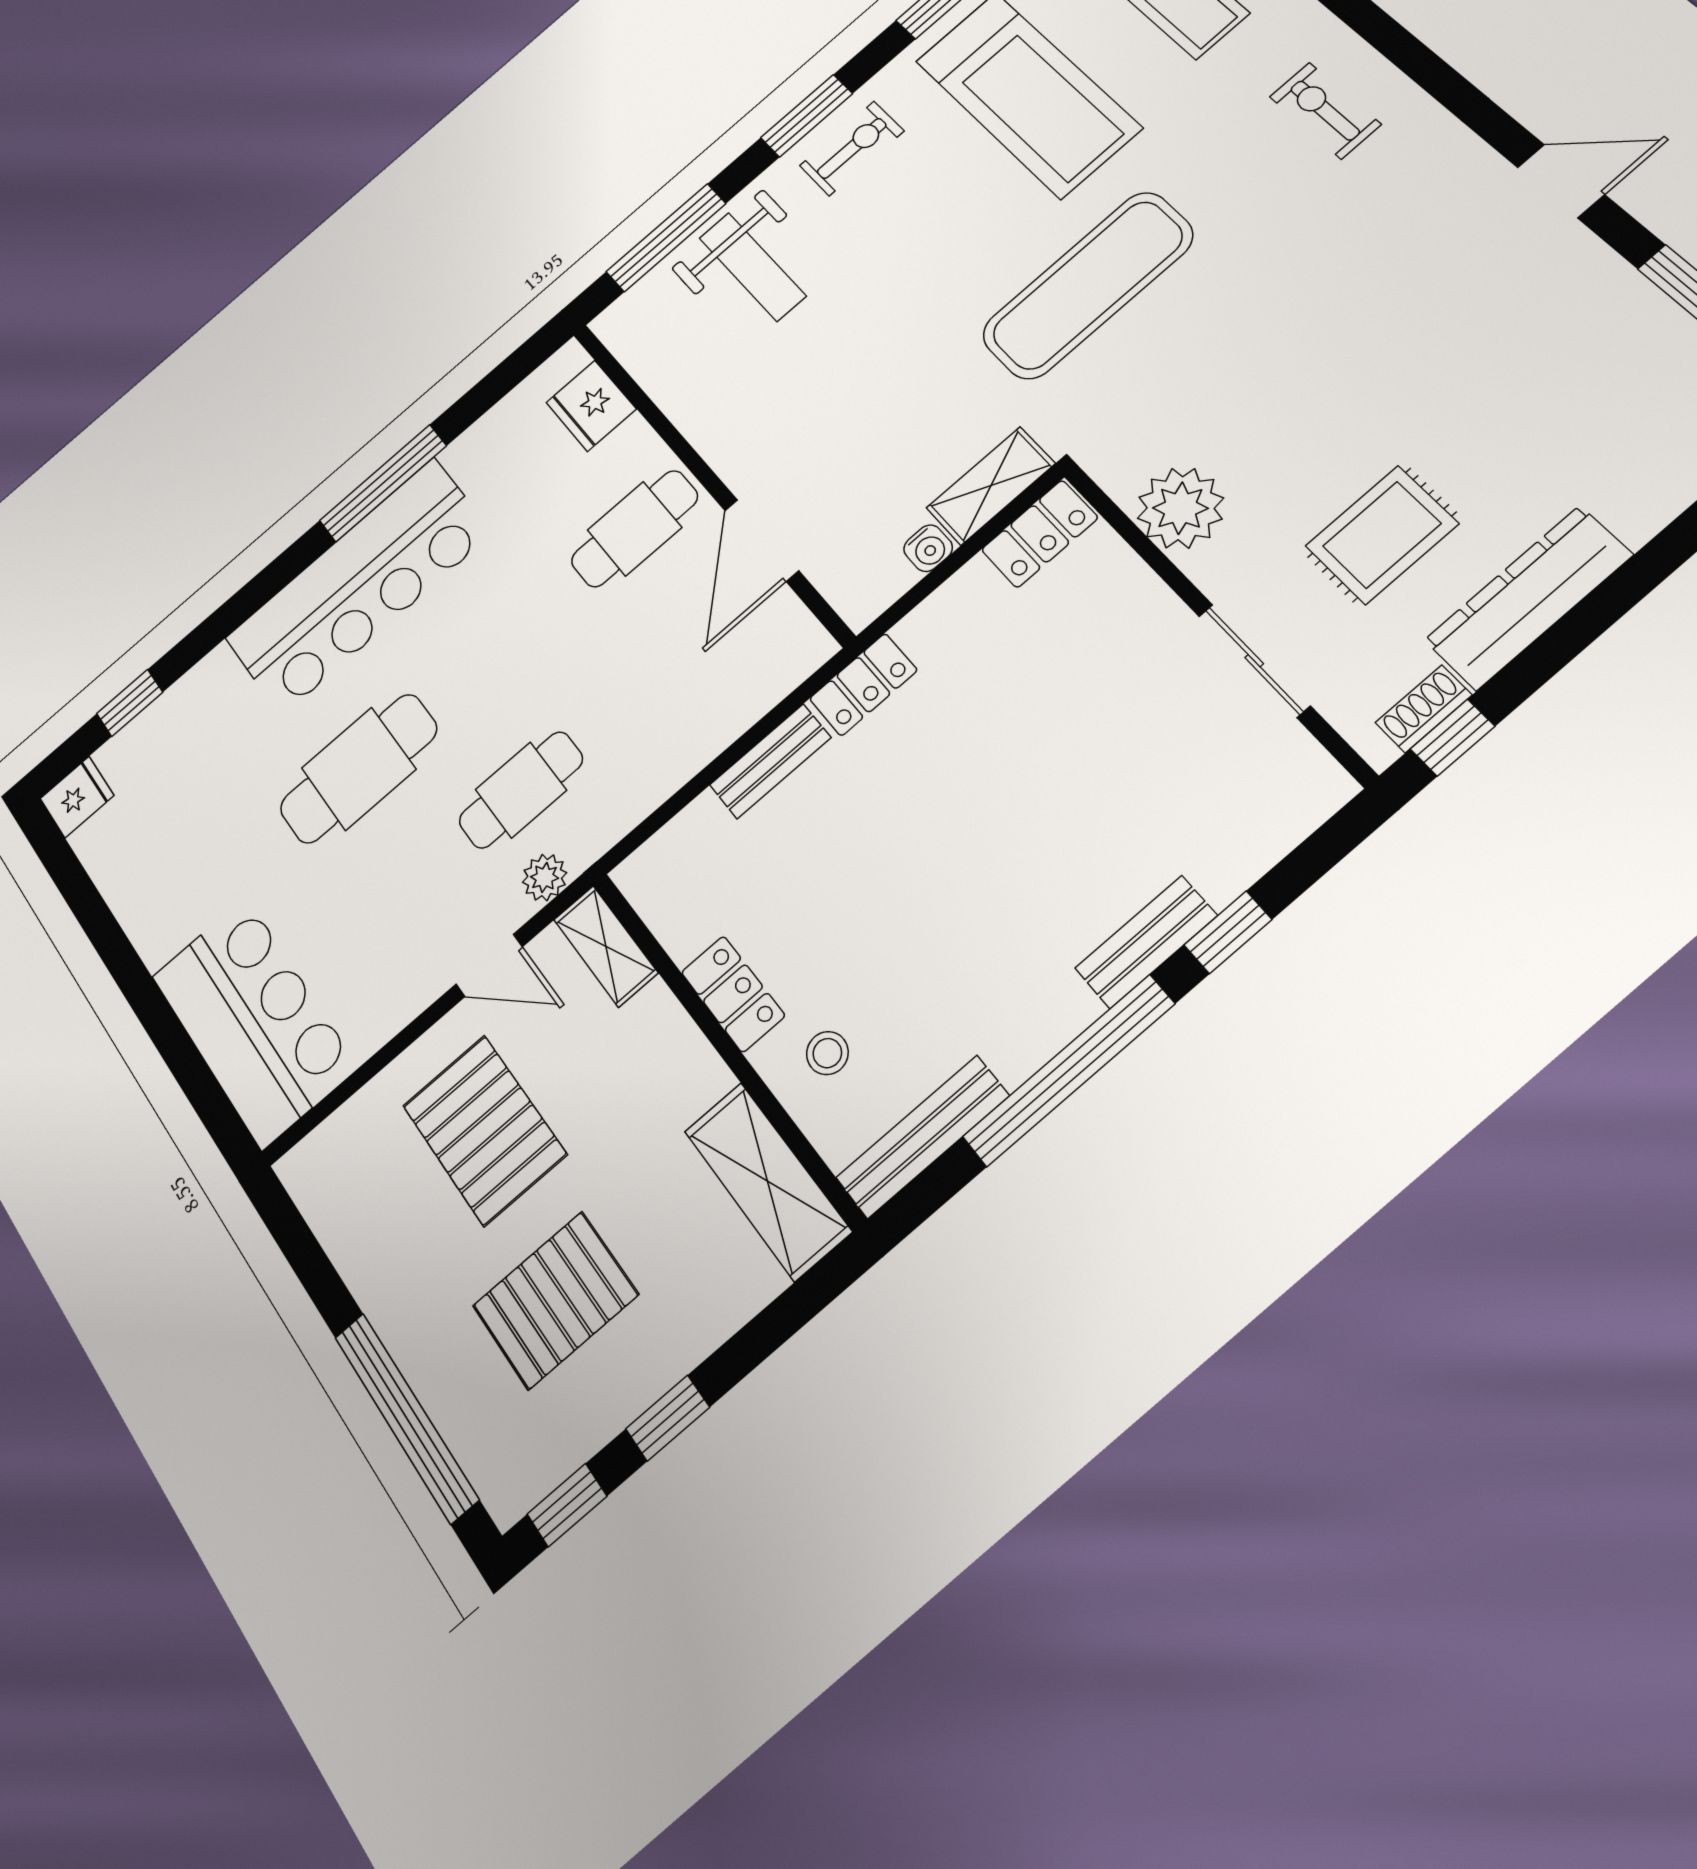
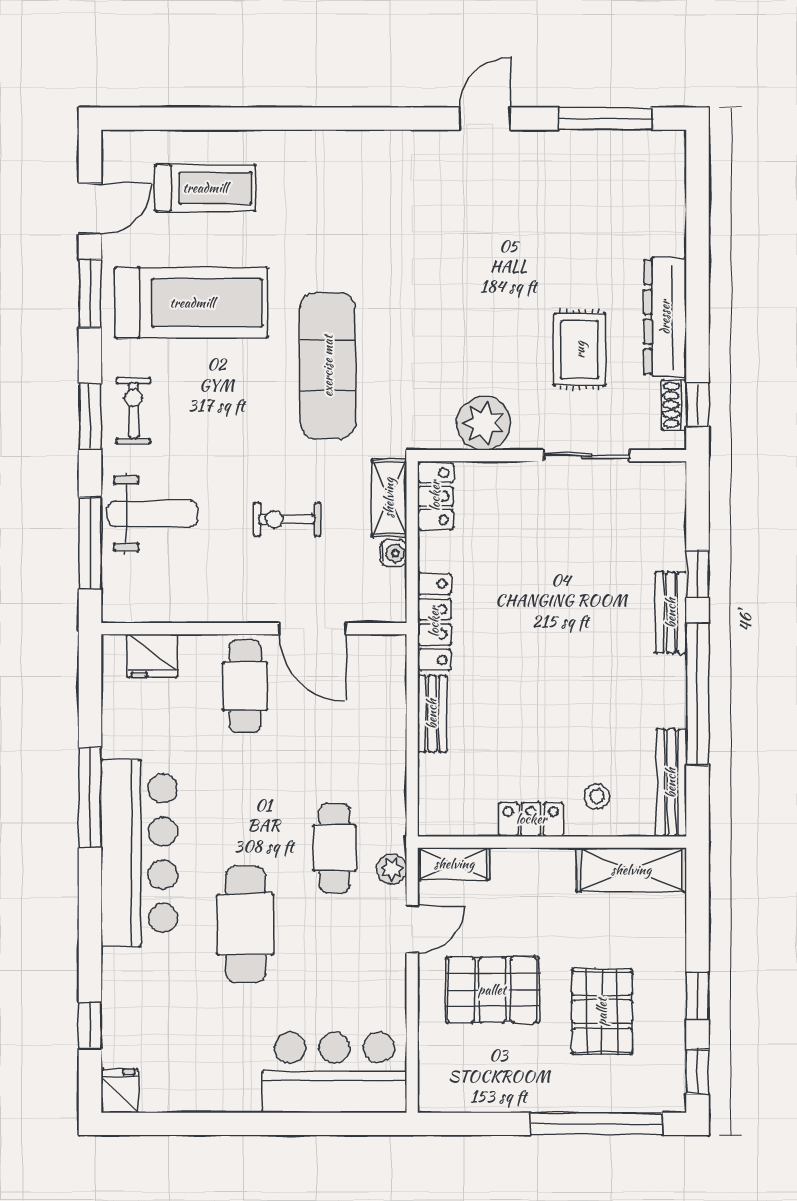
exercise bike: (1325, 111) -> (287, 519), moved
locker: (863, 685) -> (434, 622), width x1.53

